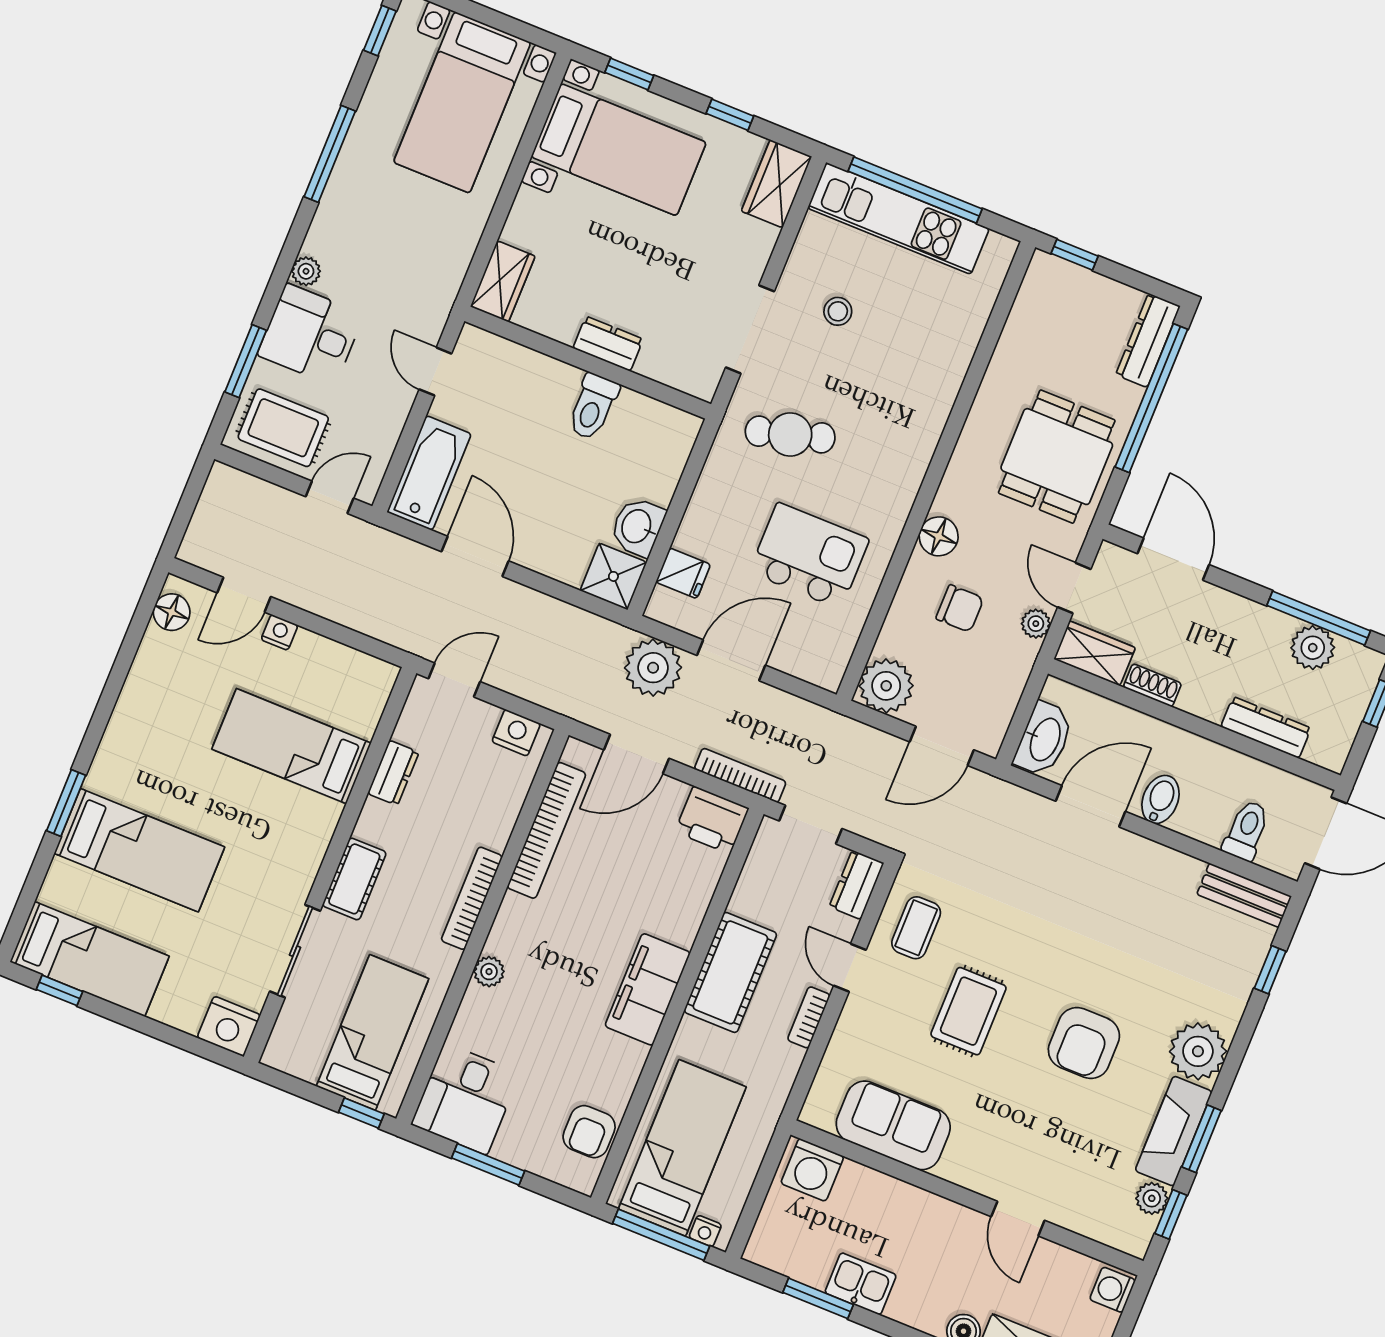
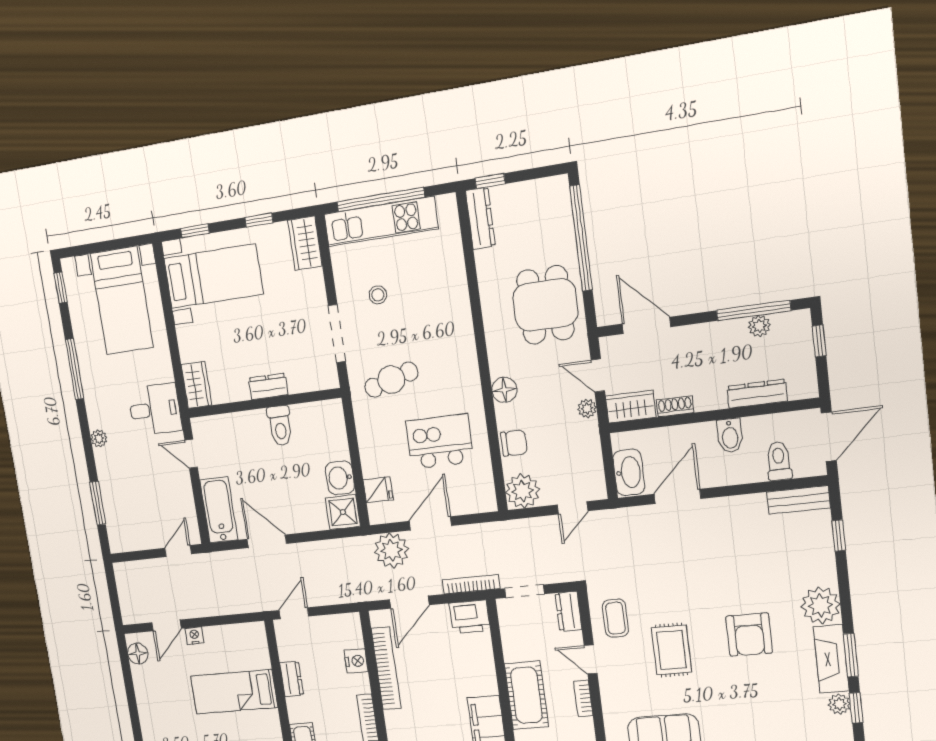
desk: (311, 335) -> (155, 409), moved, turned 180
dresser: (1148, 340) -> (480, 218), moved, turned 180
rug: (283, 428) -> (135, 527), removed
chair: (960, 608) -> (514, 443), moved
plant: (1313, 648) -> (759, 326), width x0.73, depth x0.73
nightstand: (516, 733) -> (356, 661), moved, turned 90
door: (942, 746) -> (573, 508), width x0.73
bidet: (1160, 799) -> (730, 436), moved, turned 180

